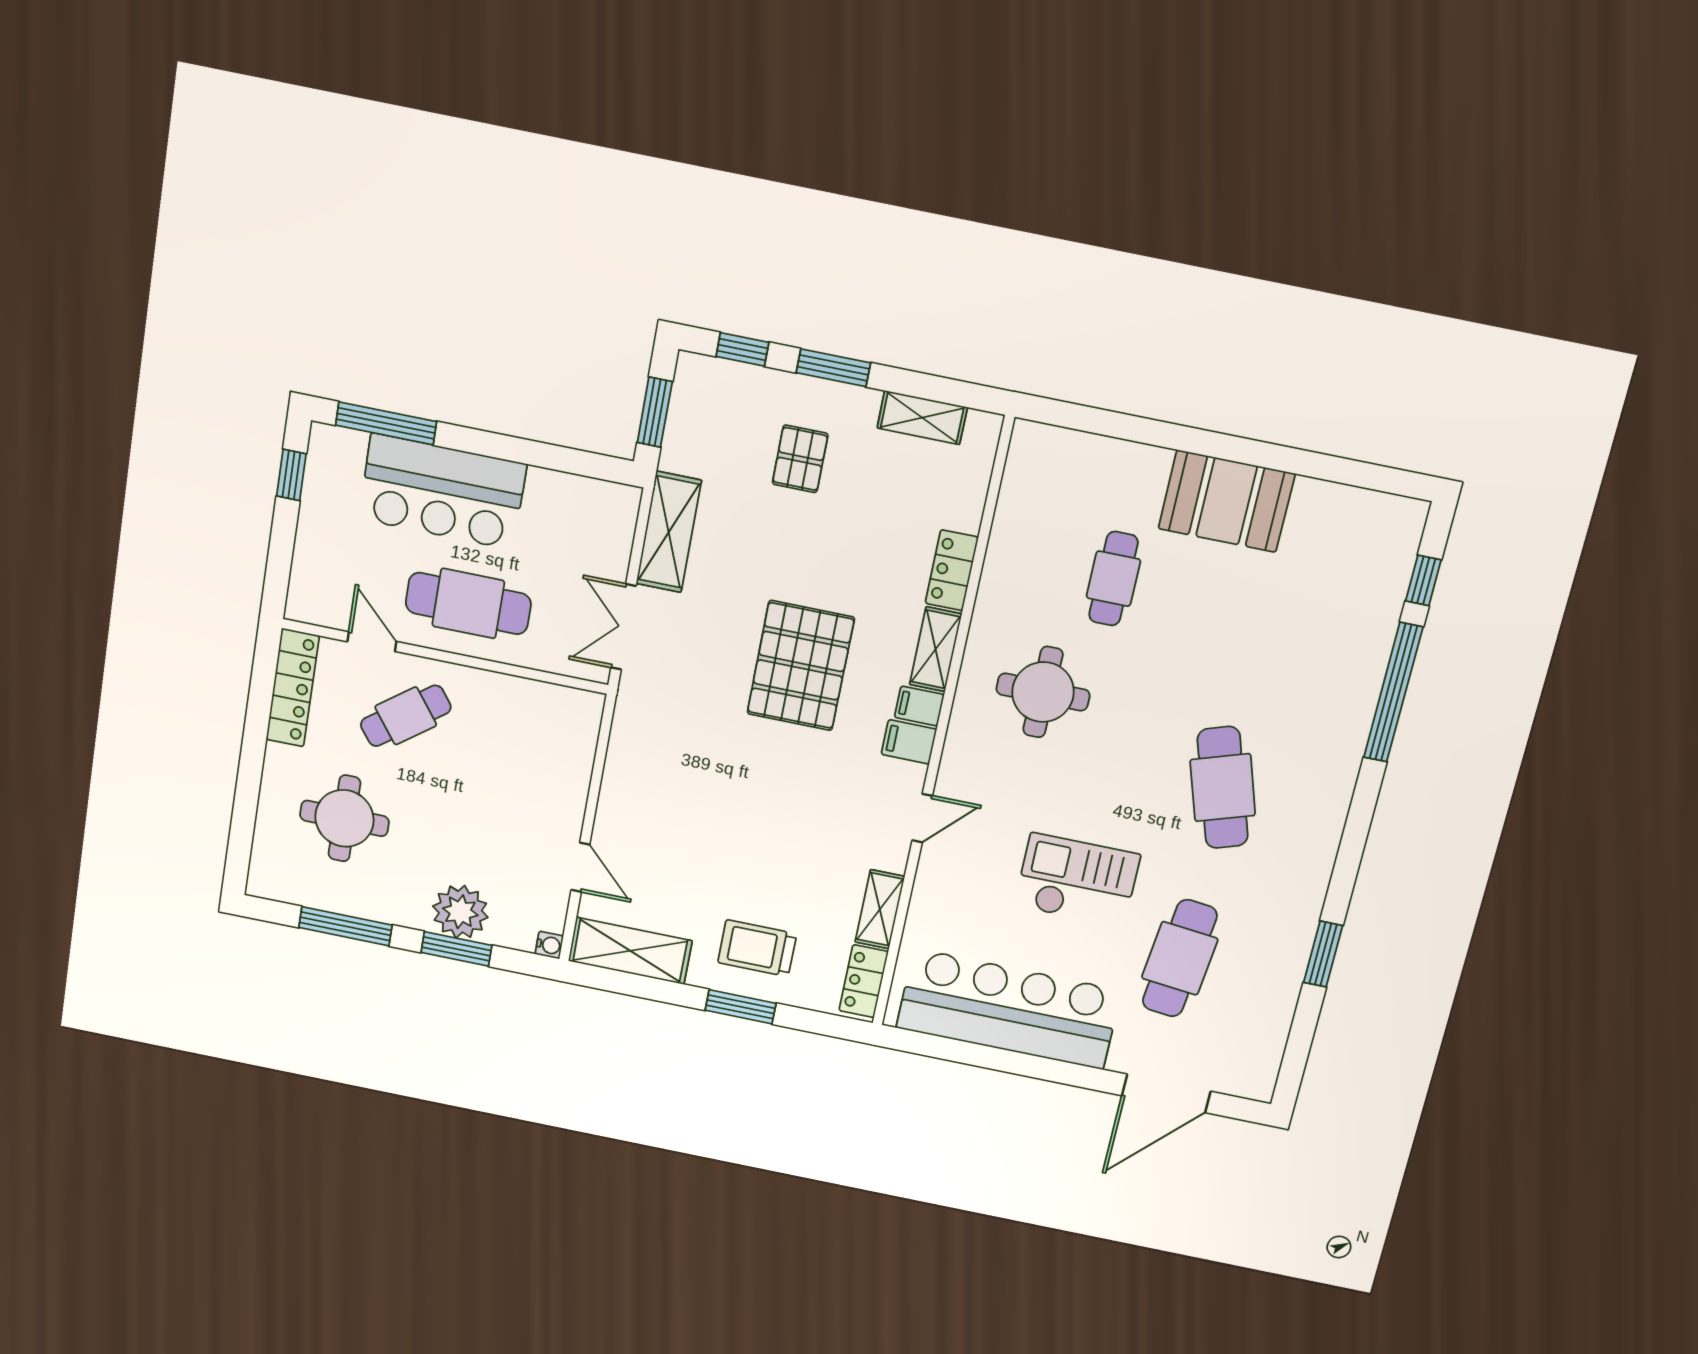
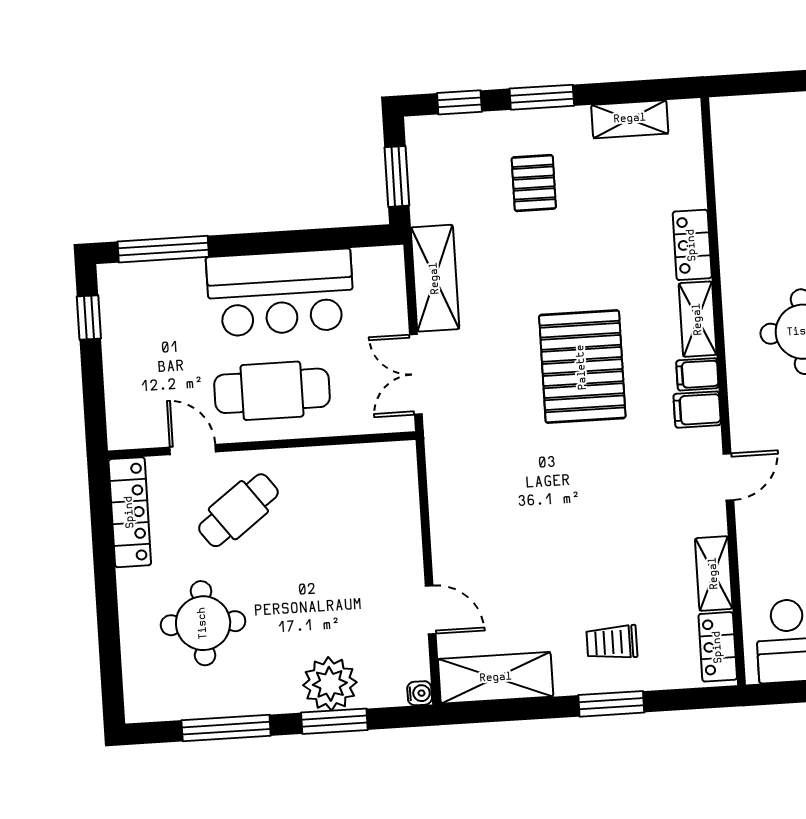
bar counter: (442, 491) -> (280, 293), moved
trolley: (757, 948) -> (612, 642), width x0.73, depth x0.72

